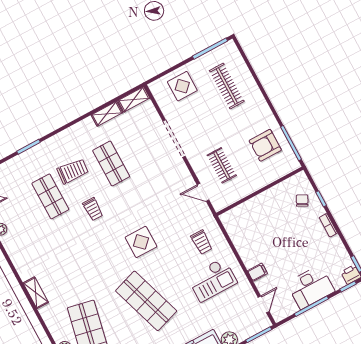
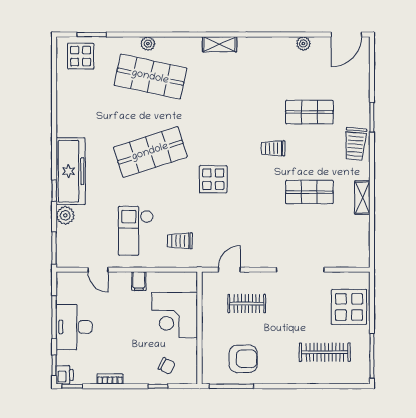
display table: (182, 86) -> (349, 307), width x1.36, depth x1.36
shelving: (134, 99) -> (362, 250), removed
shelving: (107, 114) -> (362, 198), moved
armchair: (265, 145) -> (243, 359), turned 90
trolley: (73, 171) -> (355, 144), moved
corner desk: (260, 215) -> (175, 315), added
bookcase: (328, 225) -> (110, 379), moved
filing cabinet: (257, 272) -> (139, 281), moved
door: (264, 304) -> (98, 270), moved

